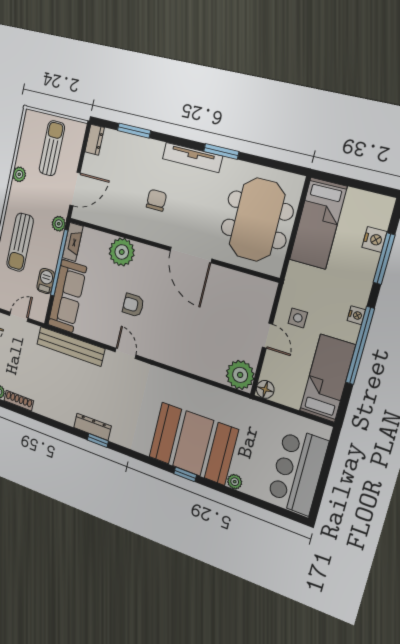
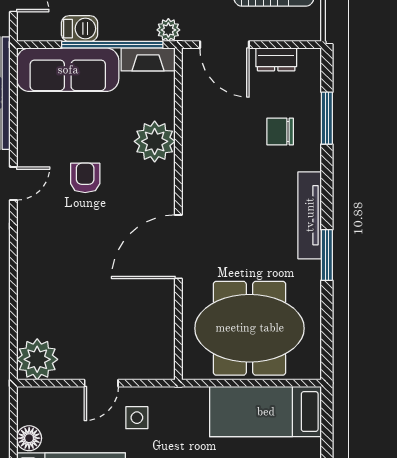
dresser: (95, 140) -> (276, 59), moved
chair: (156, 200) -> (280, 131), moved, turned 180
floor lamp: (265, 389) -> (29, 438), moved

